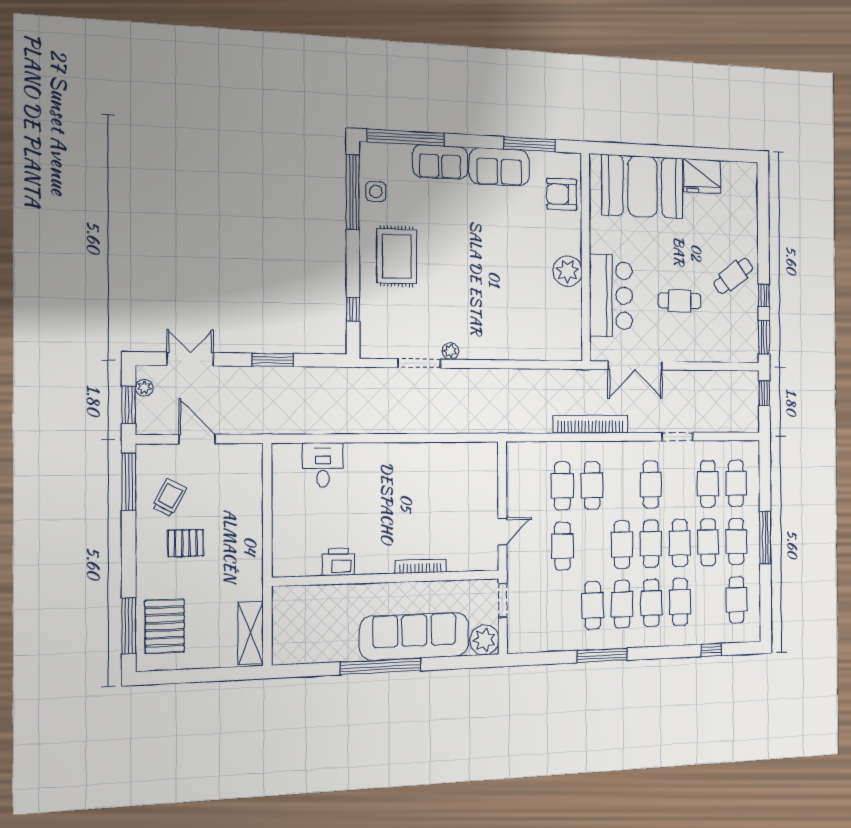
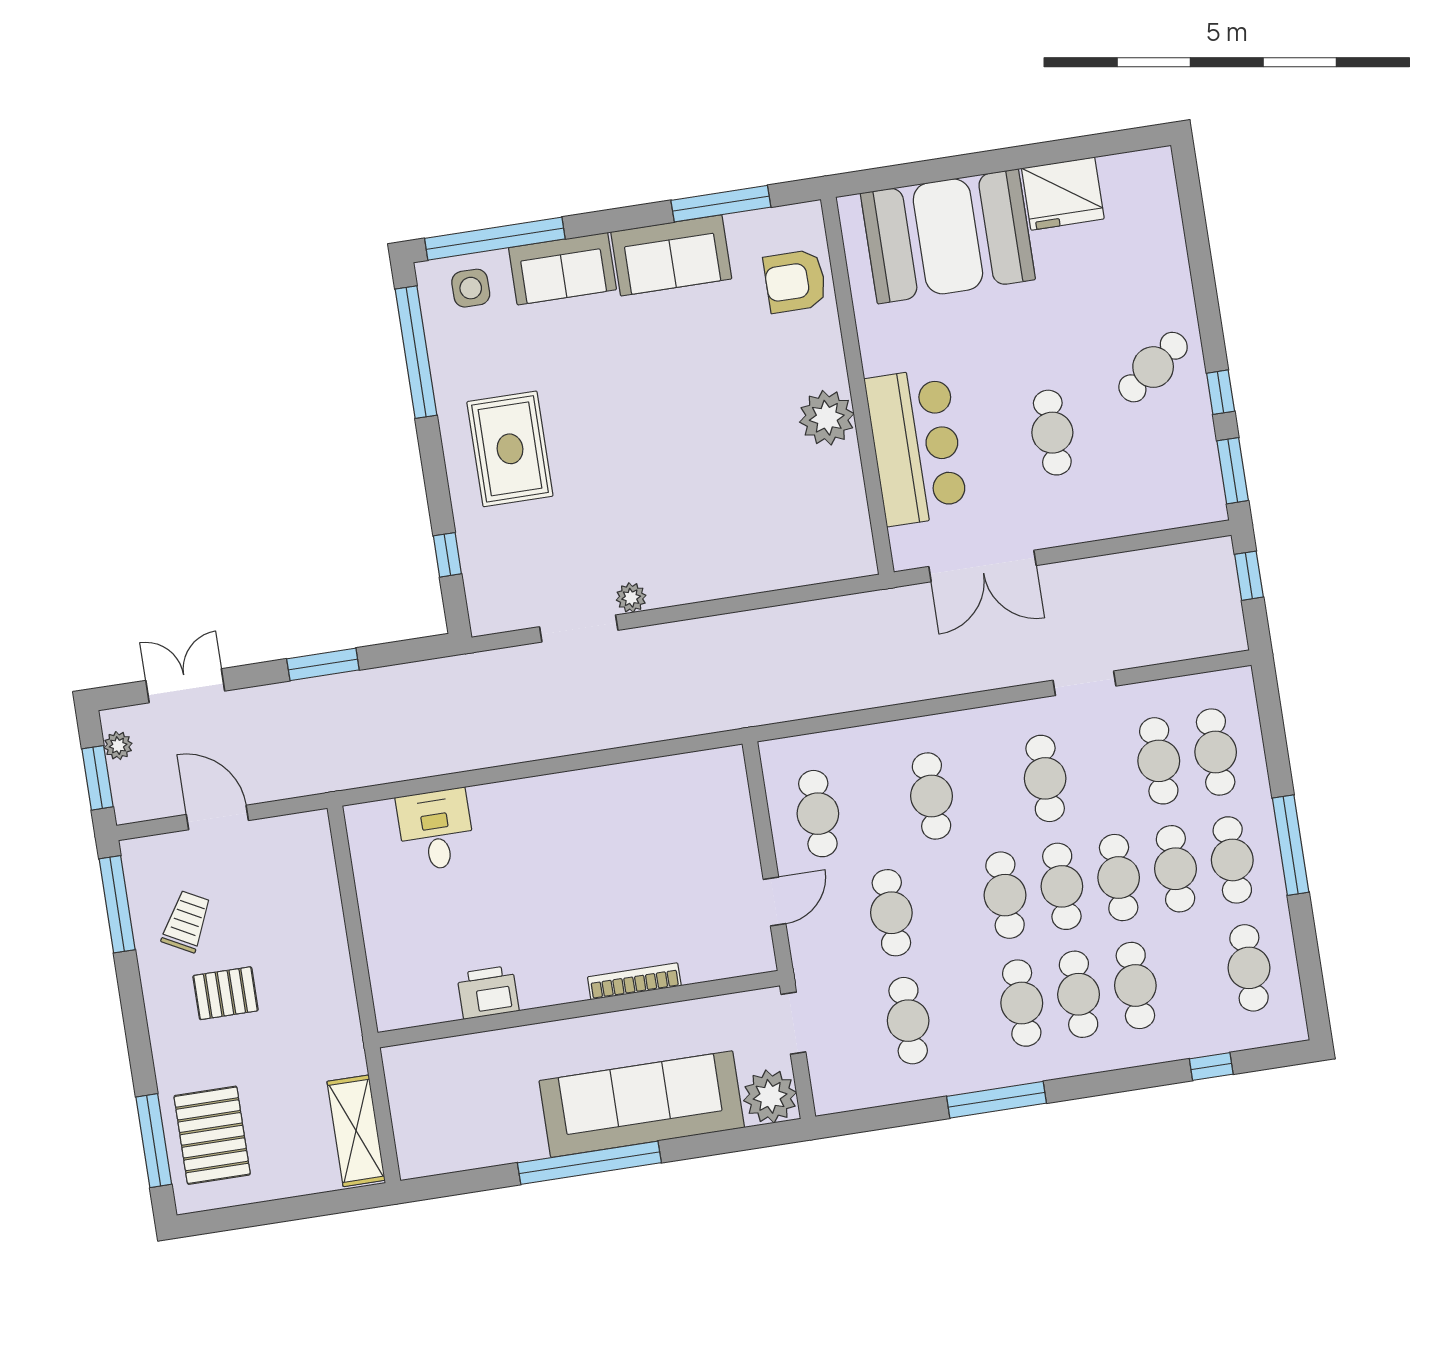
side table: (376, 191) -> (471, 288), moved
cafe table: (680, 301) -> (1052, 433), turned 90
bookcase: (591, 424) -> (912, 686), removed
cafe table: (562, 486) -> (818, 814), moved
cafe table: (593, 605) -> (908, 1021), moved

